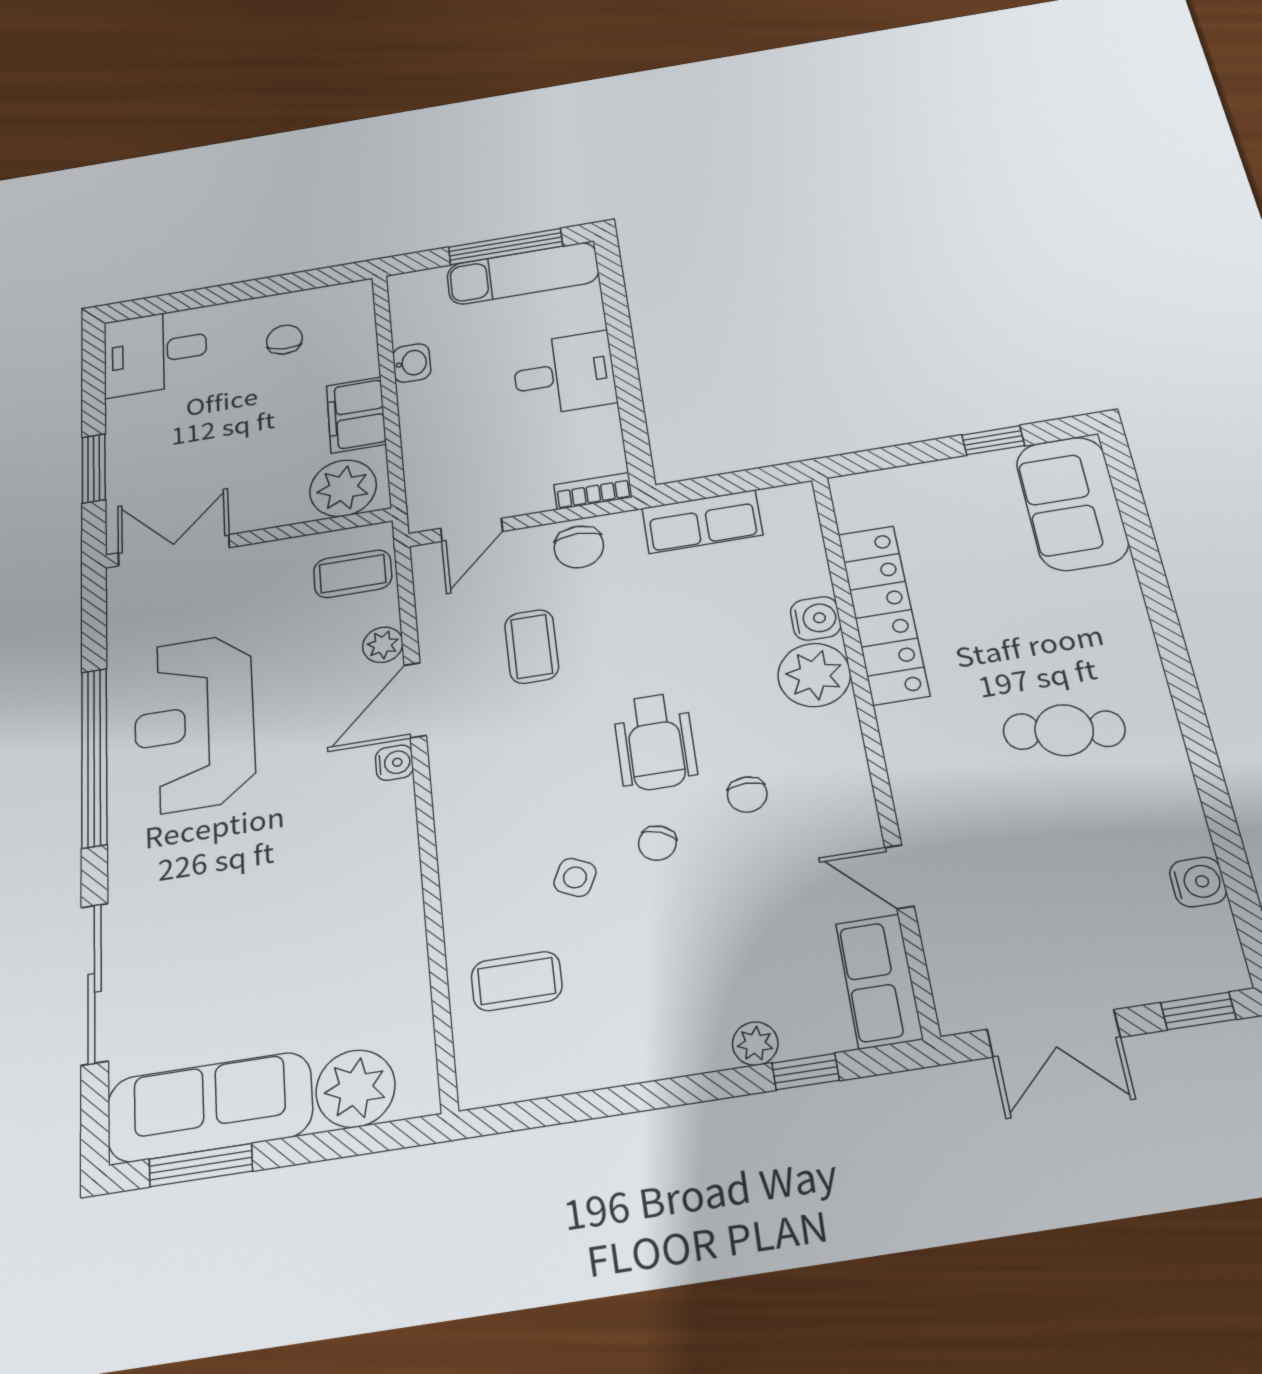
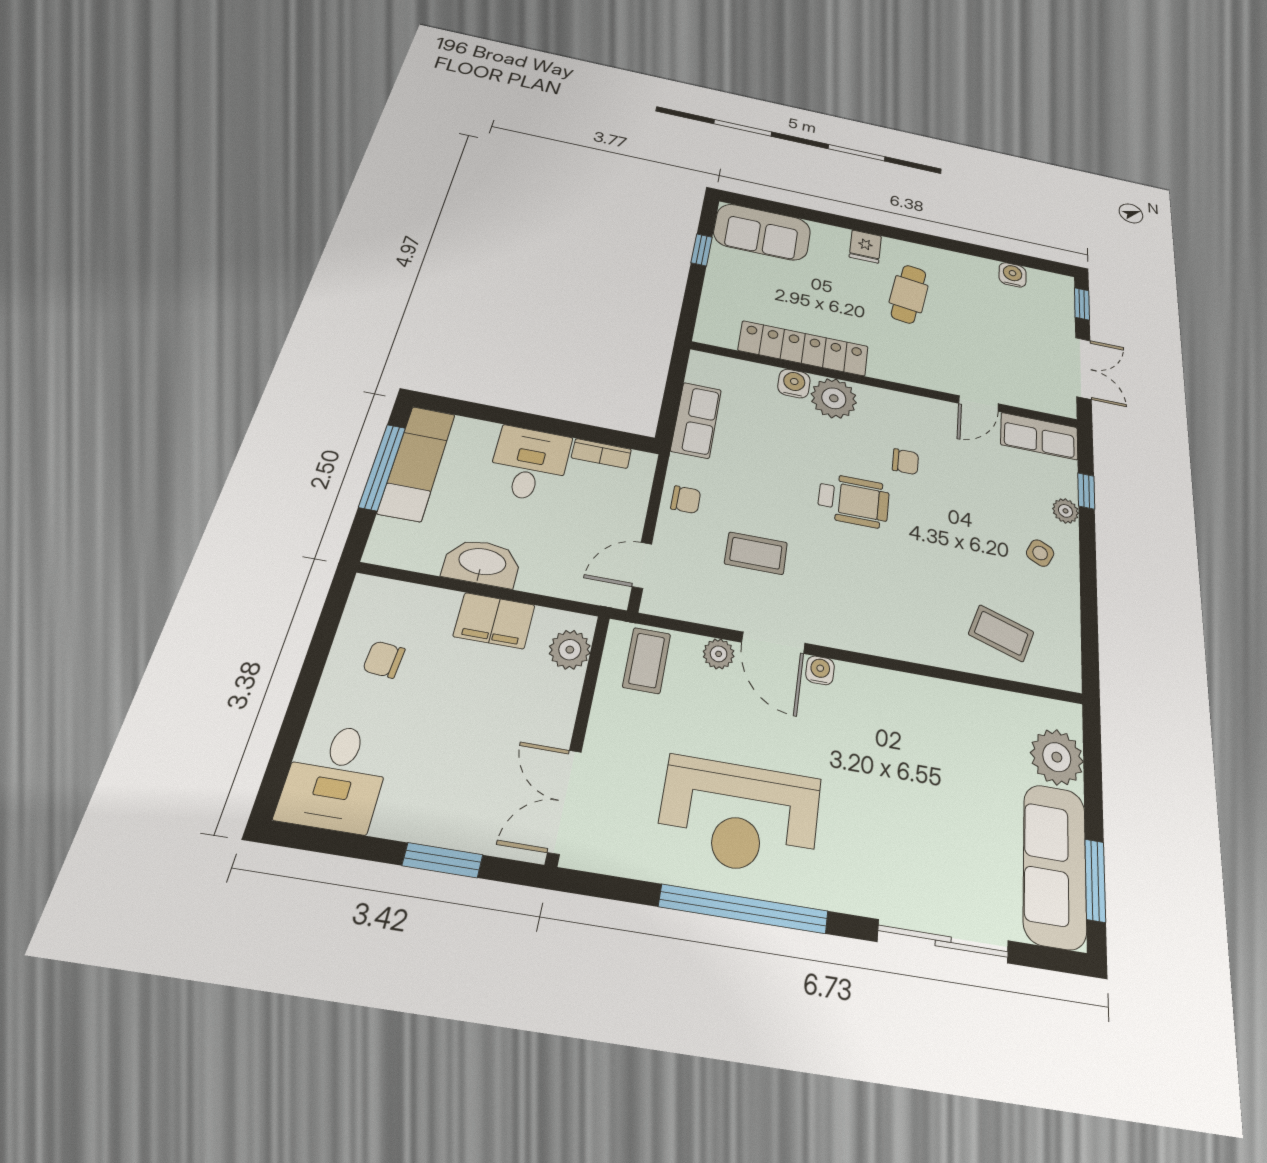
washbasin: (412, 363) -> (482, 563), width x1.91, depth x1.45
plant: (343, 488) -> (570, 650), width x0.73, depth x0.73
bookcase: (593, 491) -> (601, 453), moved, turned -90
door: (472, 530) -> (642, 565), swing flipped
chair: (579, 547) -> (686, 500), width x0.73, depth x0.73
fridge: (1127, 646) -> (865, 247), added
chair: (657, 843) -> (925, 522), removed
side table: (575, 877) -> (1040, 553), moved
coffee table: (517, 981) -> (1001, 633), turned -72

